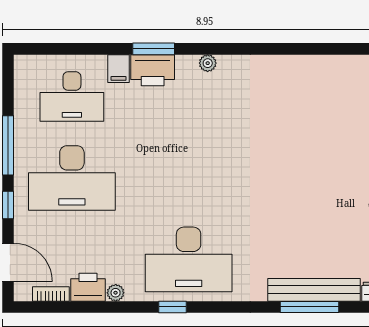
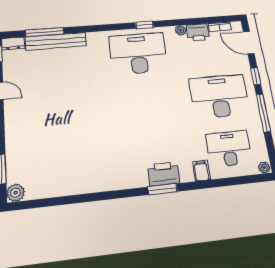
window: (154, 49) -> (163, 189), moved
plant: (208, 63) -> (264, 168), moved
printer: (153, 70) -> (164, 174), moved
window: (310, 307) -> (45, 32), moved

